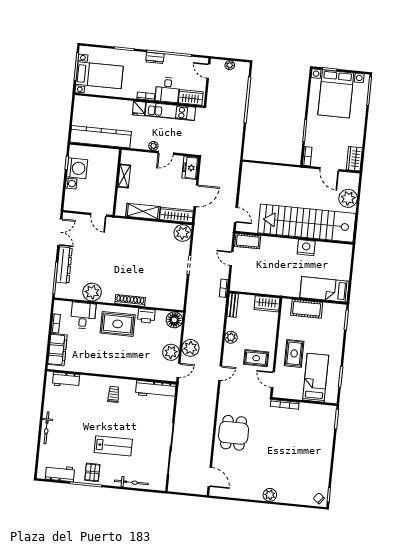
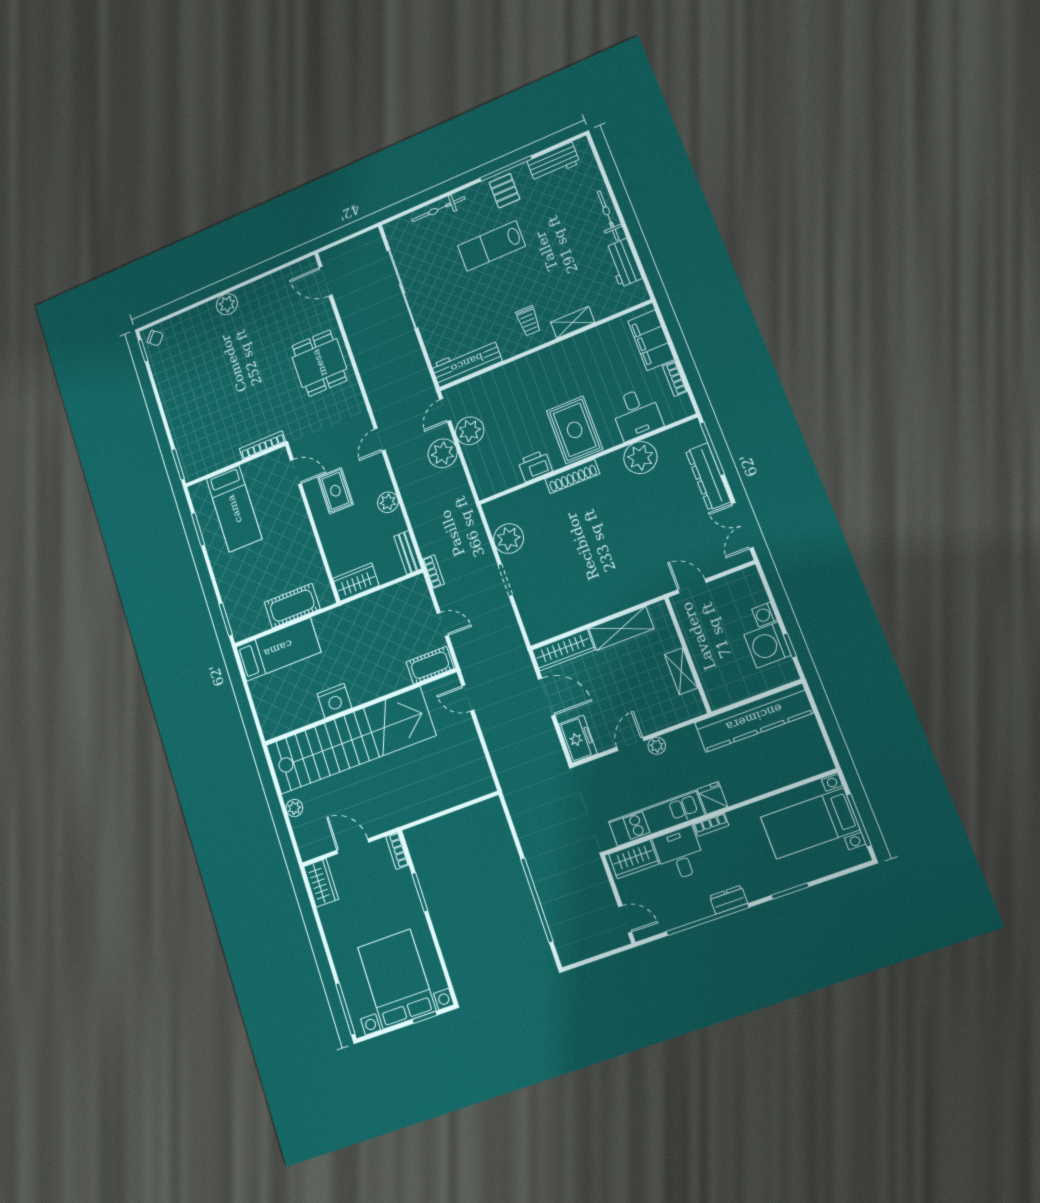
plant: (230, 65) -> (594, 947), removed
door: (196, 196) -> (547, 697), swing flipped
plant: (348, 198) -> (294, 808), width x0.53, depth x0.53
plant: (183, 233) -> (509, 539), moved
floor lamp: (174, 320) -> (488, 483), removed
rug: (118, 324) -> (575, 430), turned 90
rug: (294, 353) -> (282, 528), removed
rug: (256, 358) -> (335, 491), turned 90
workbench: (66, 380) -> (623, 263), moved, turned -90
shelving: (92, 381) -> (573, 322), added

